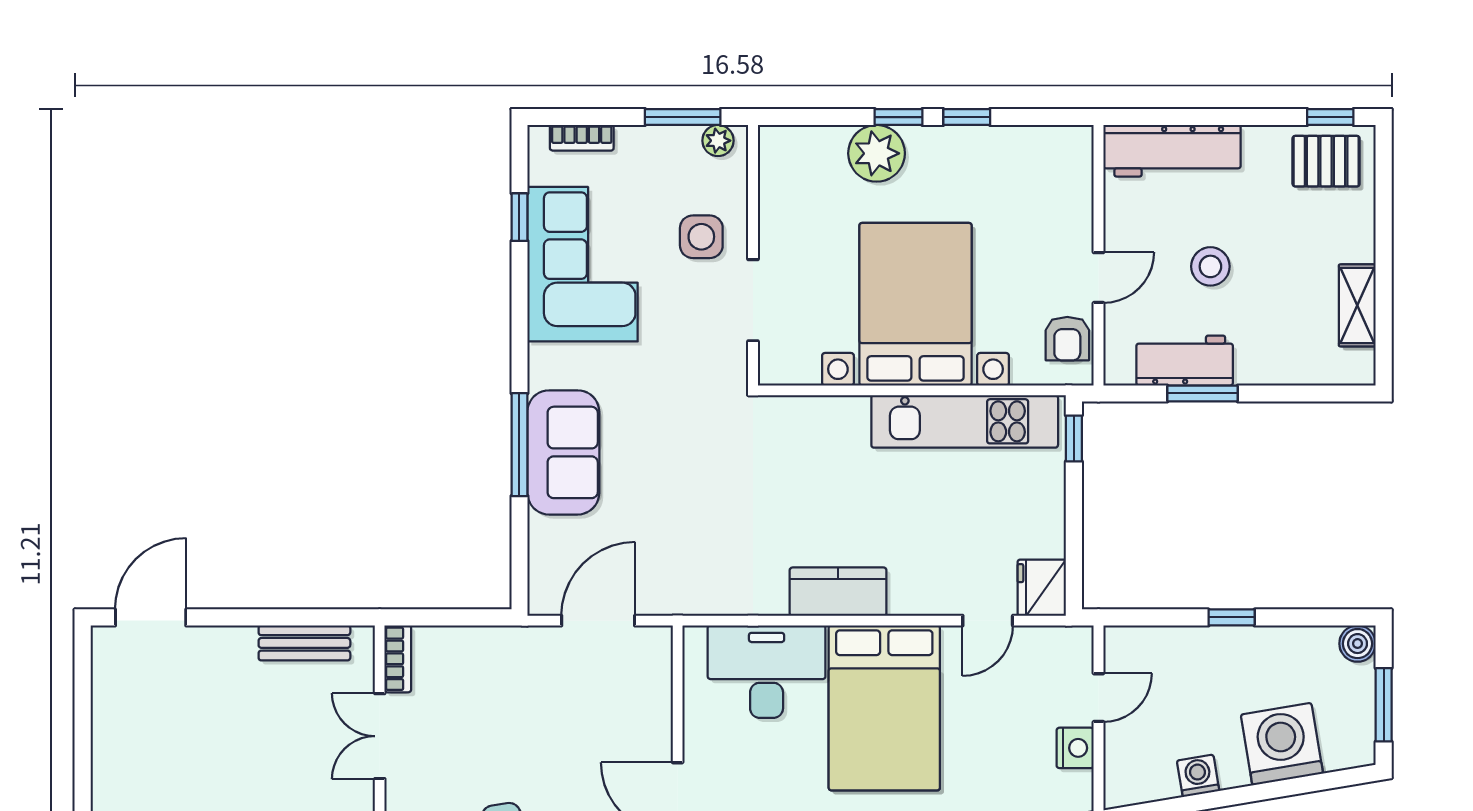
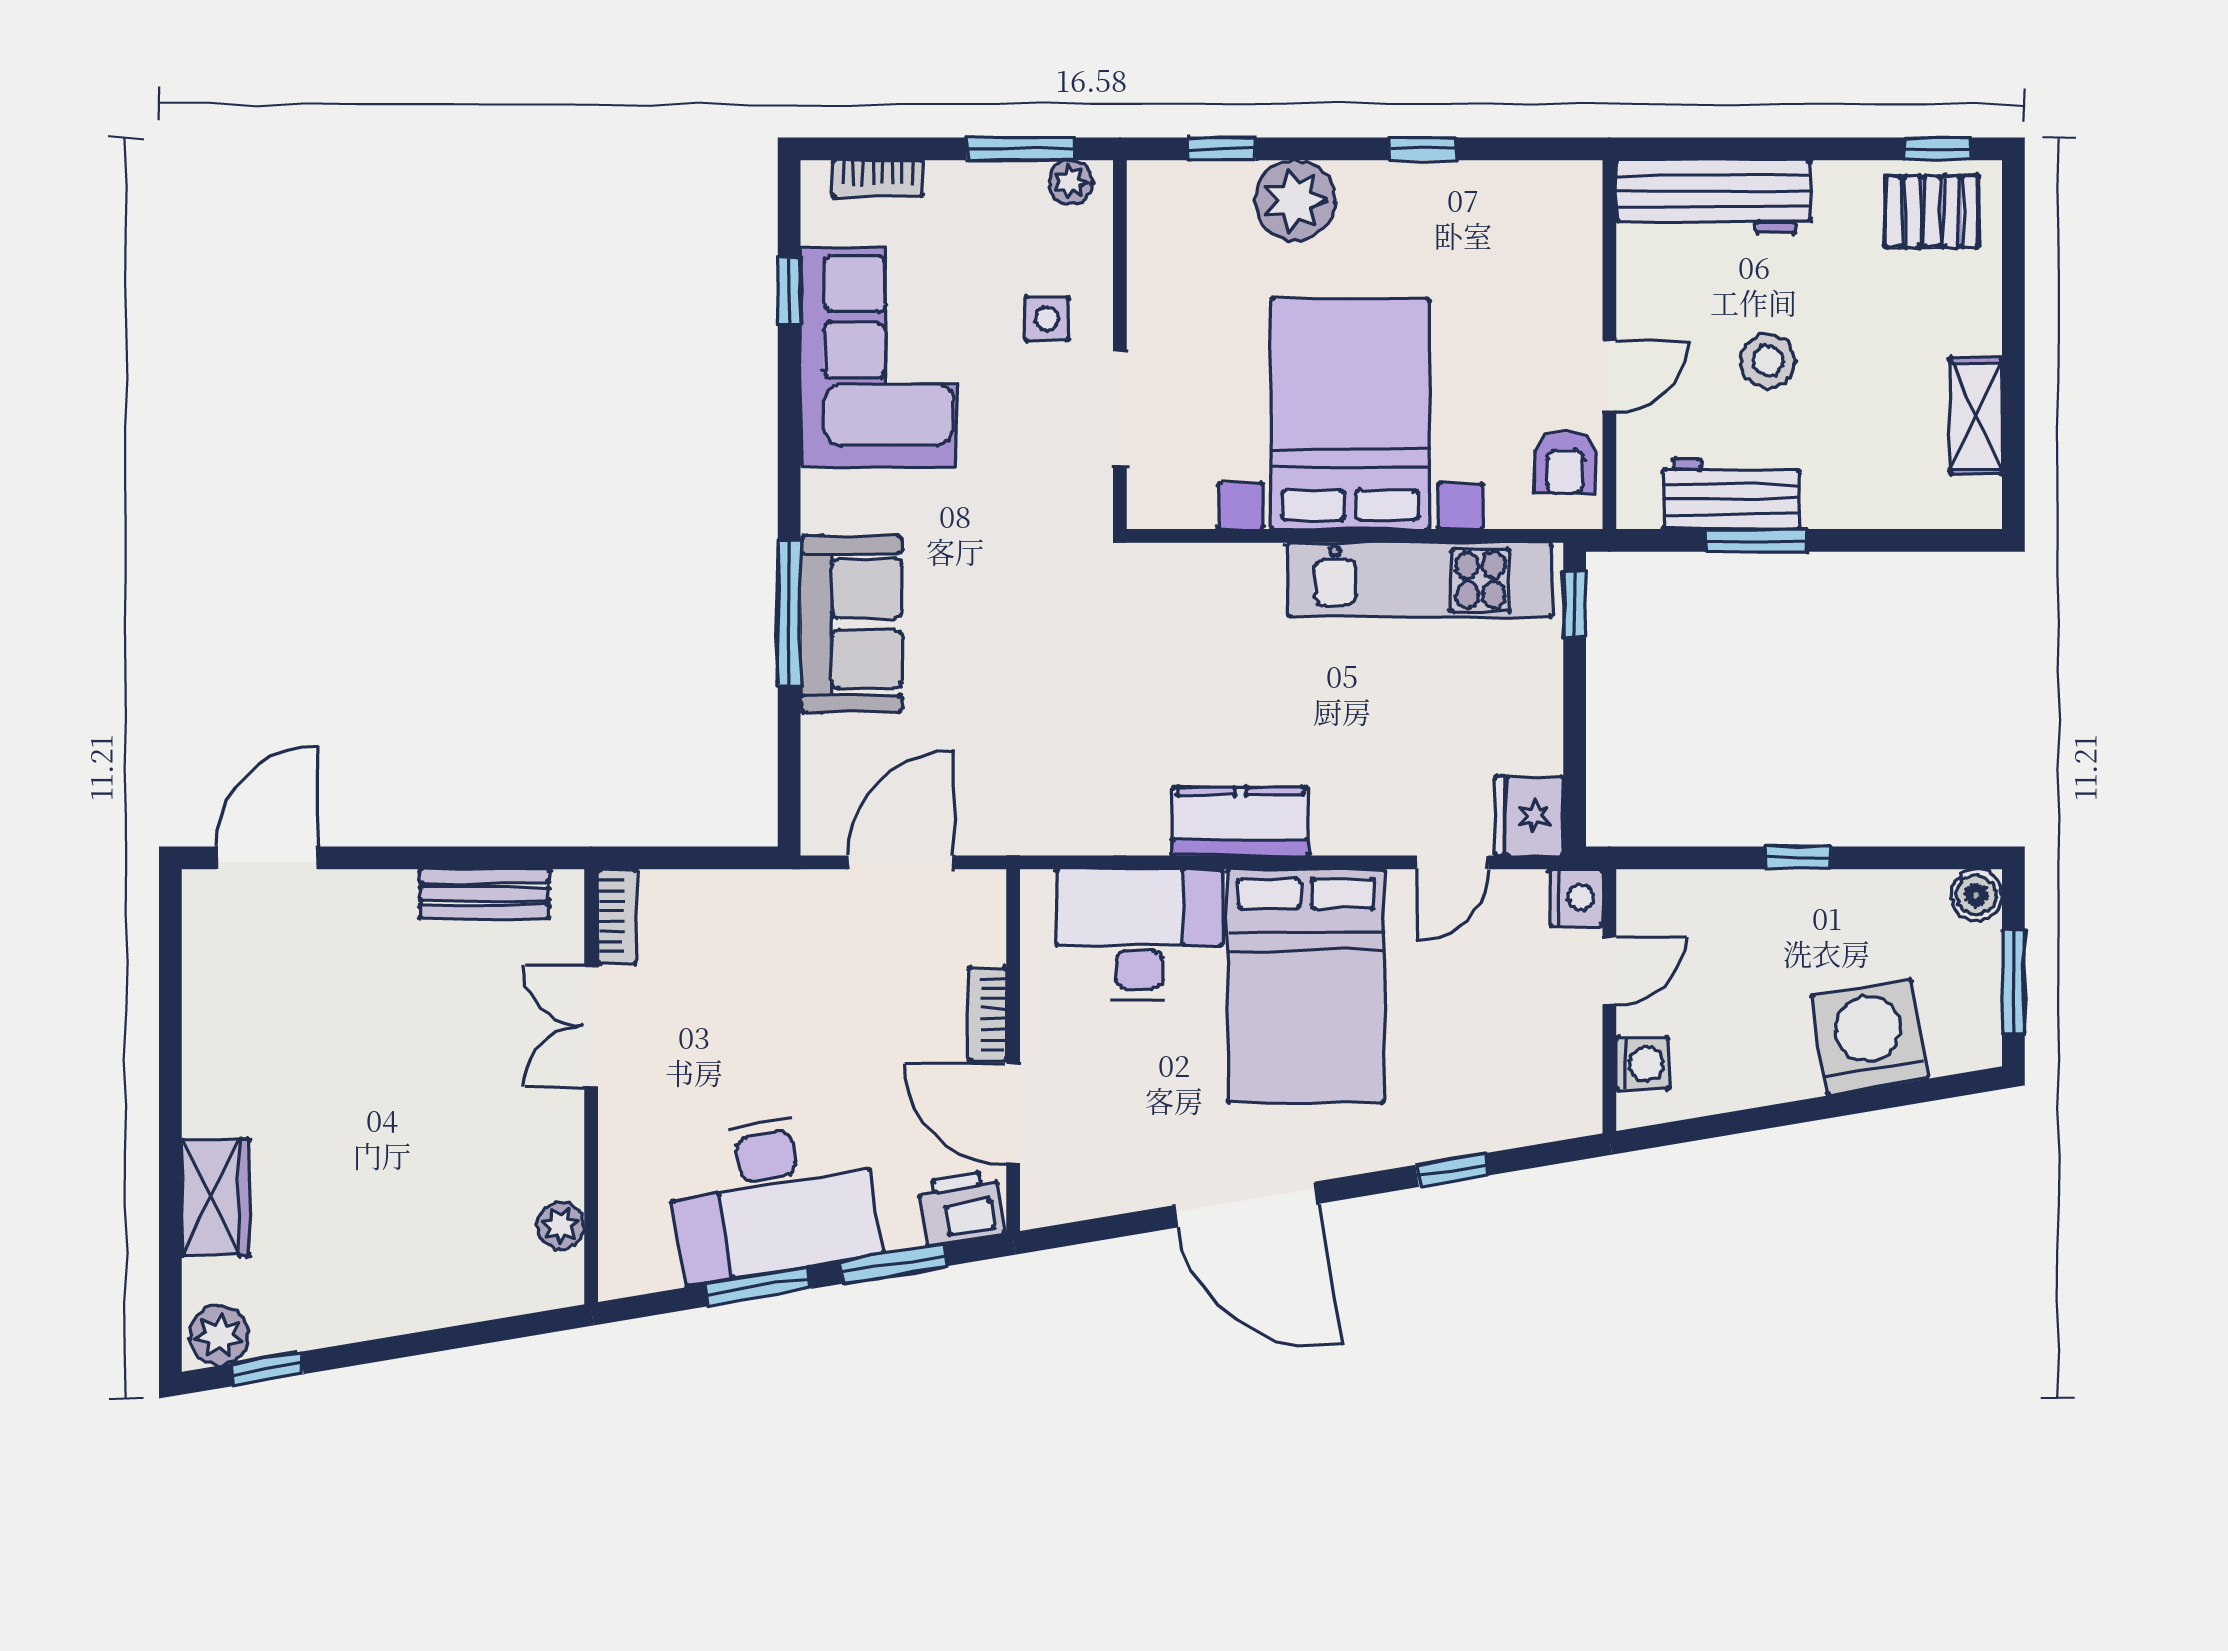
window: (899, 117) -> (1222, 149), moved
side table: (701, 237) -> (1047, 319), width x0.73, depth x0.73
bookcase: (659, 728) -> (988, 1014), added
nightstand: (1075, 748) -> (1576, 898), moved
washing machine: (1198, 776) -> (1642, 1064), moved, turned 100

